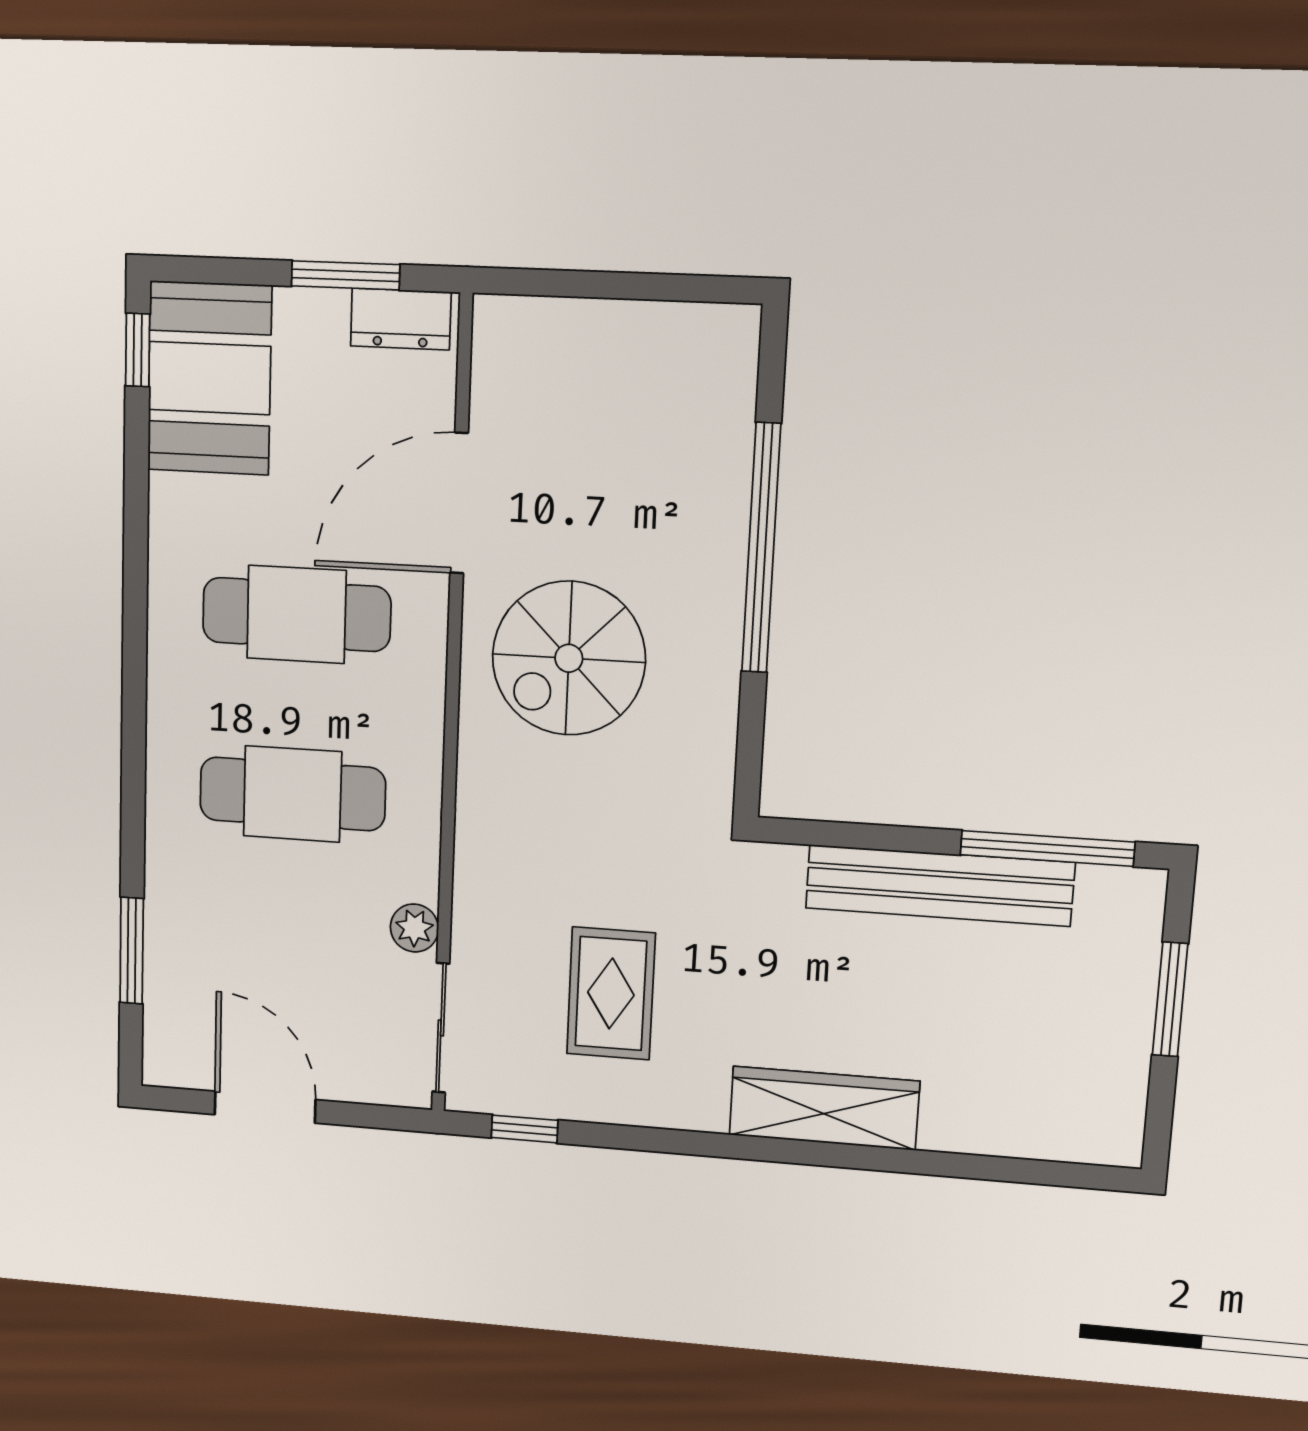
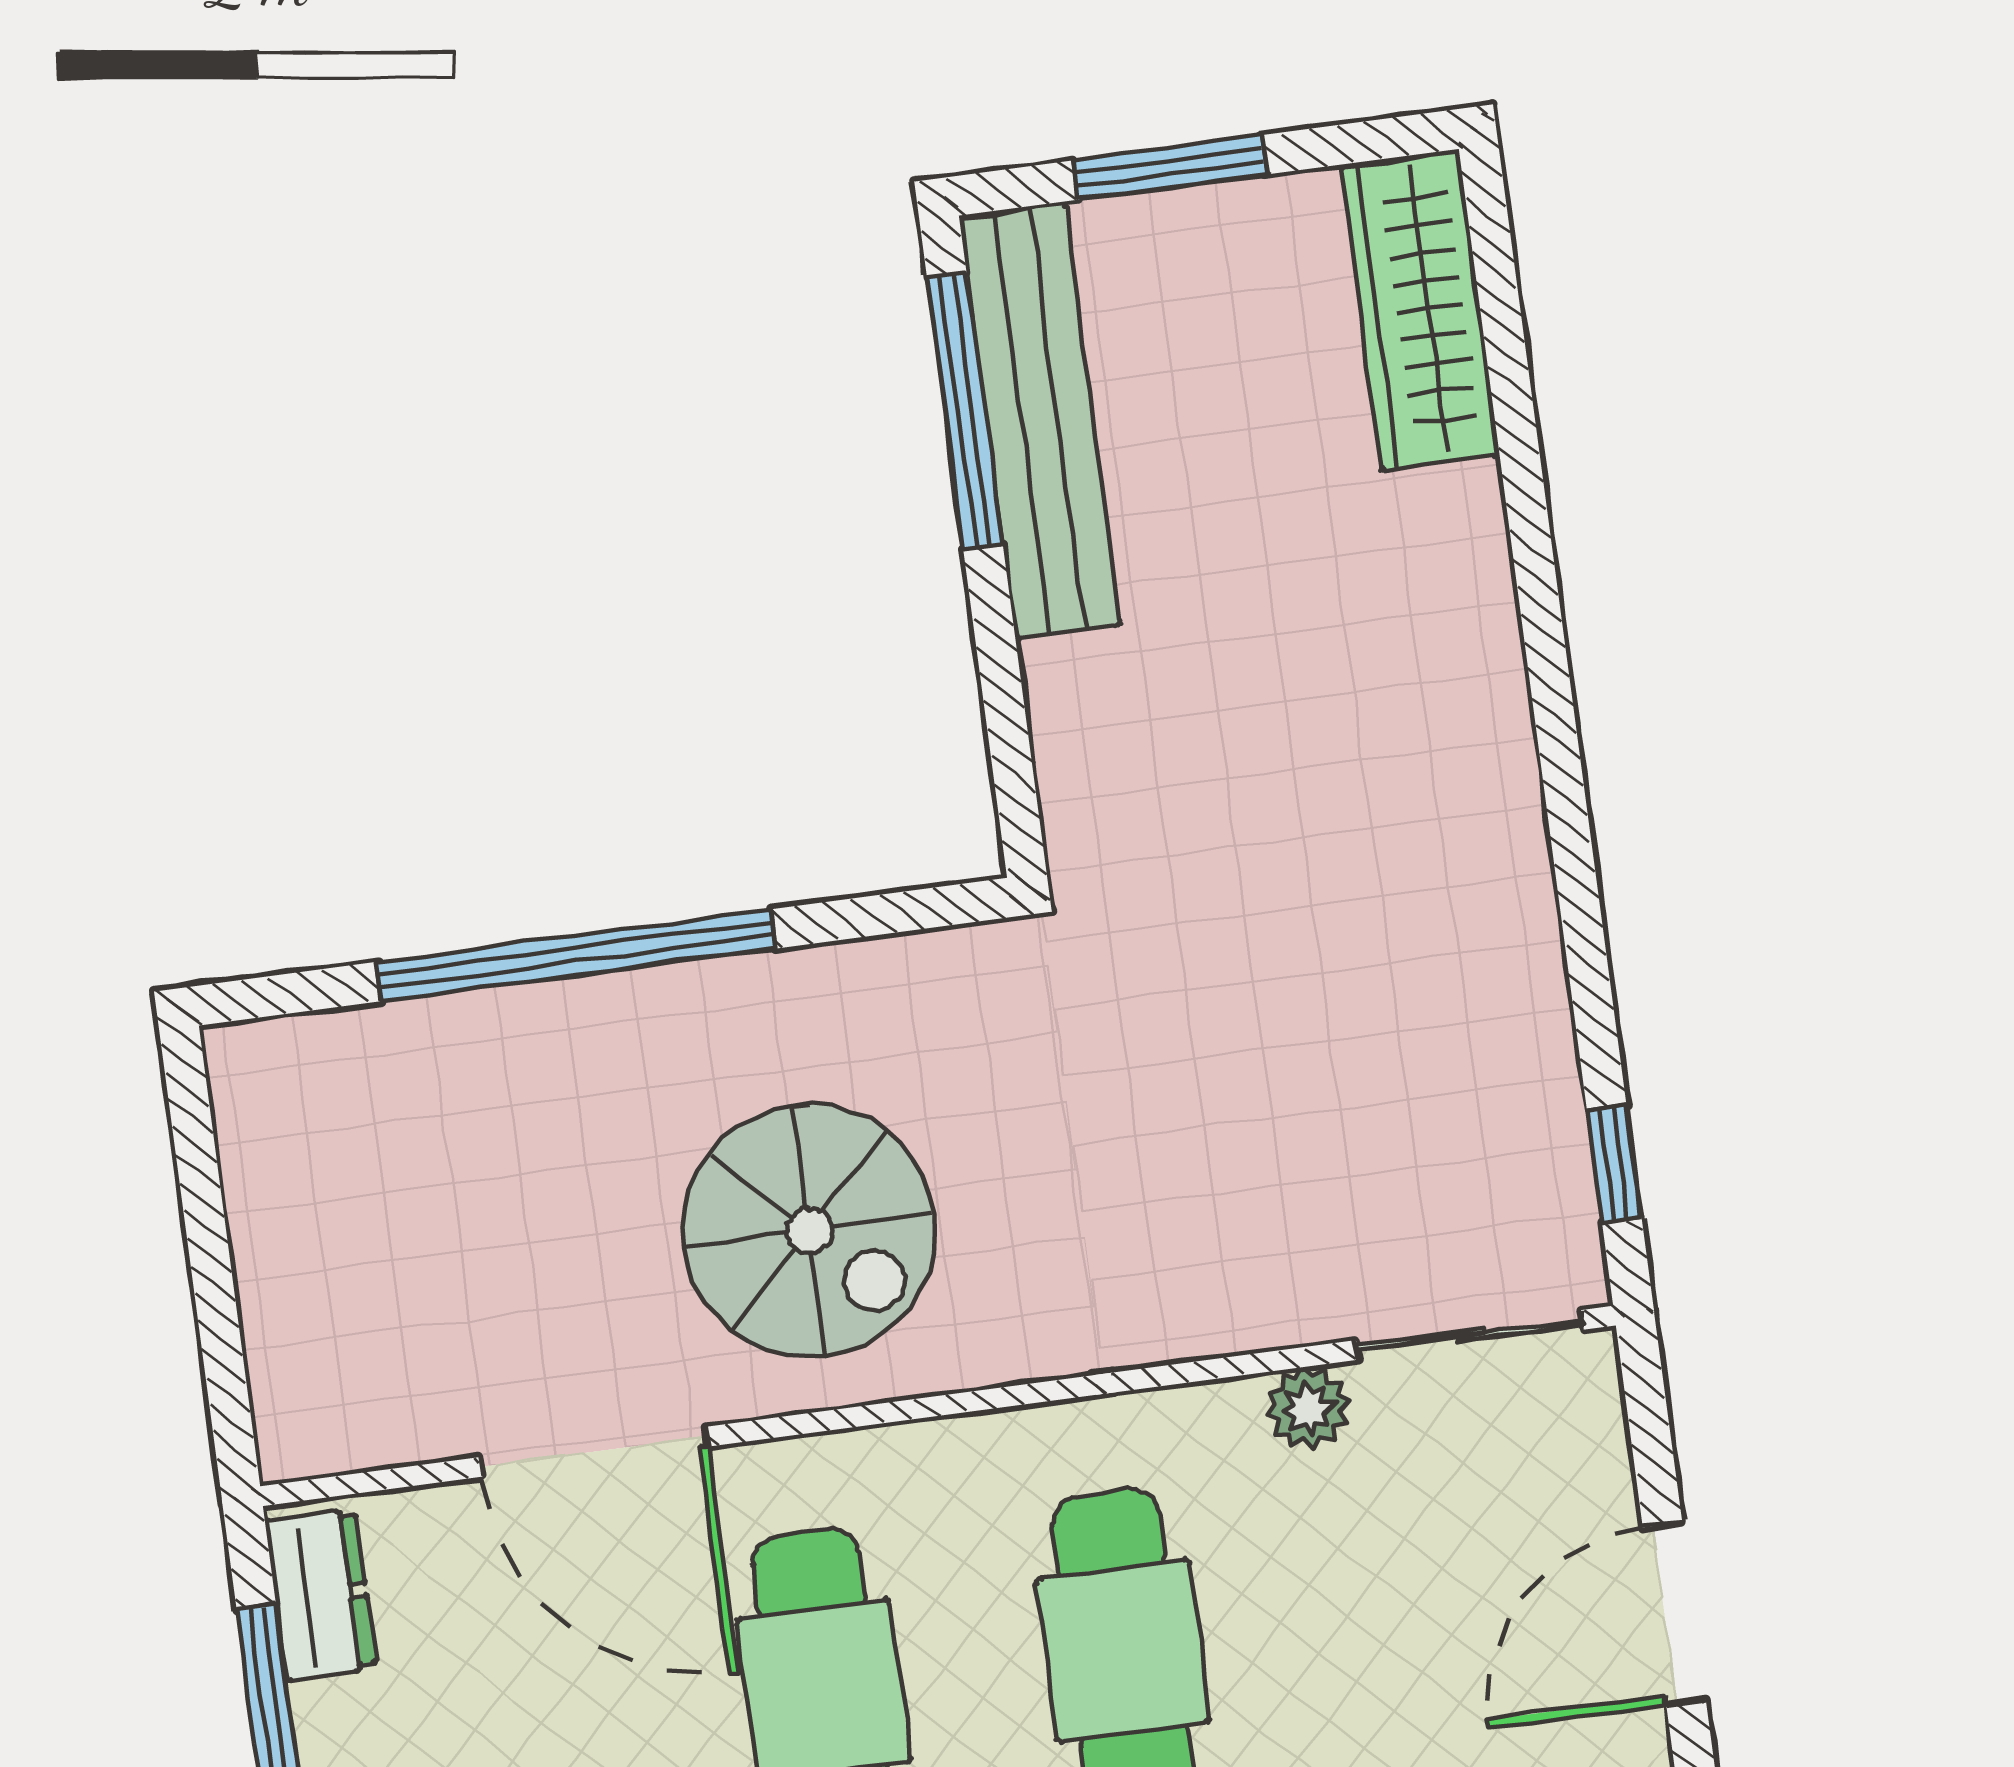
bench: (939, 885) -> (1040, 420), moved
rug: (611, 994) -> (1350, 1062), removed
wardrobe: (824, 1108) -> (1420, 310), moved

